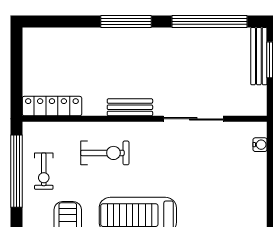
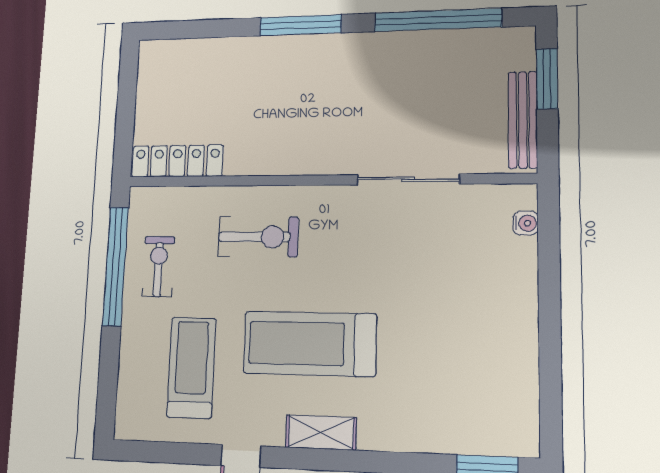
bench: (259, 56) -> (523, 120), moved
bench: (130, 107) -> (302, 161), removed
exercise bike: (44, 171) -> (158, 267), turned 180

